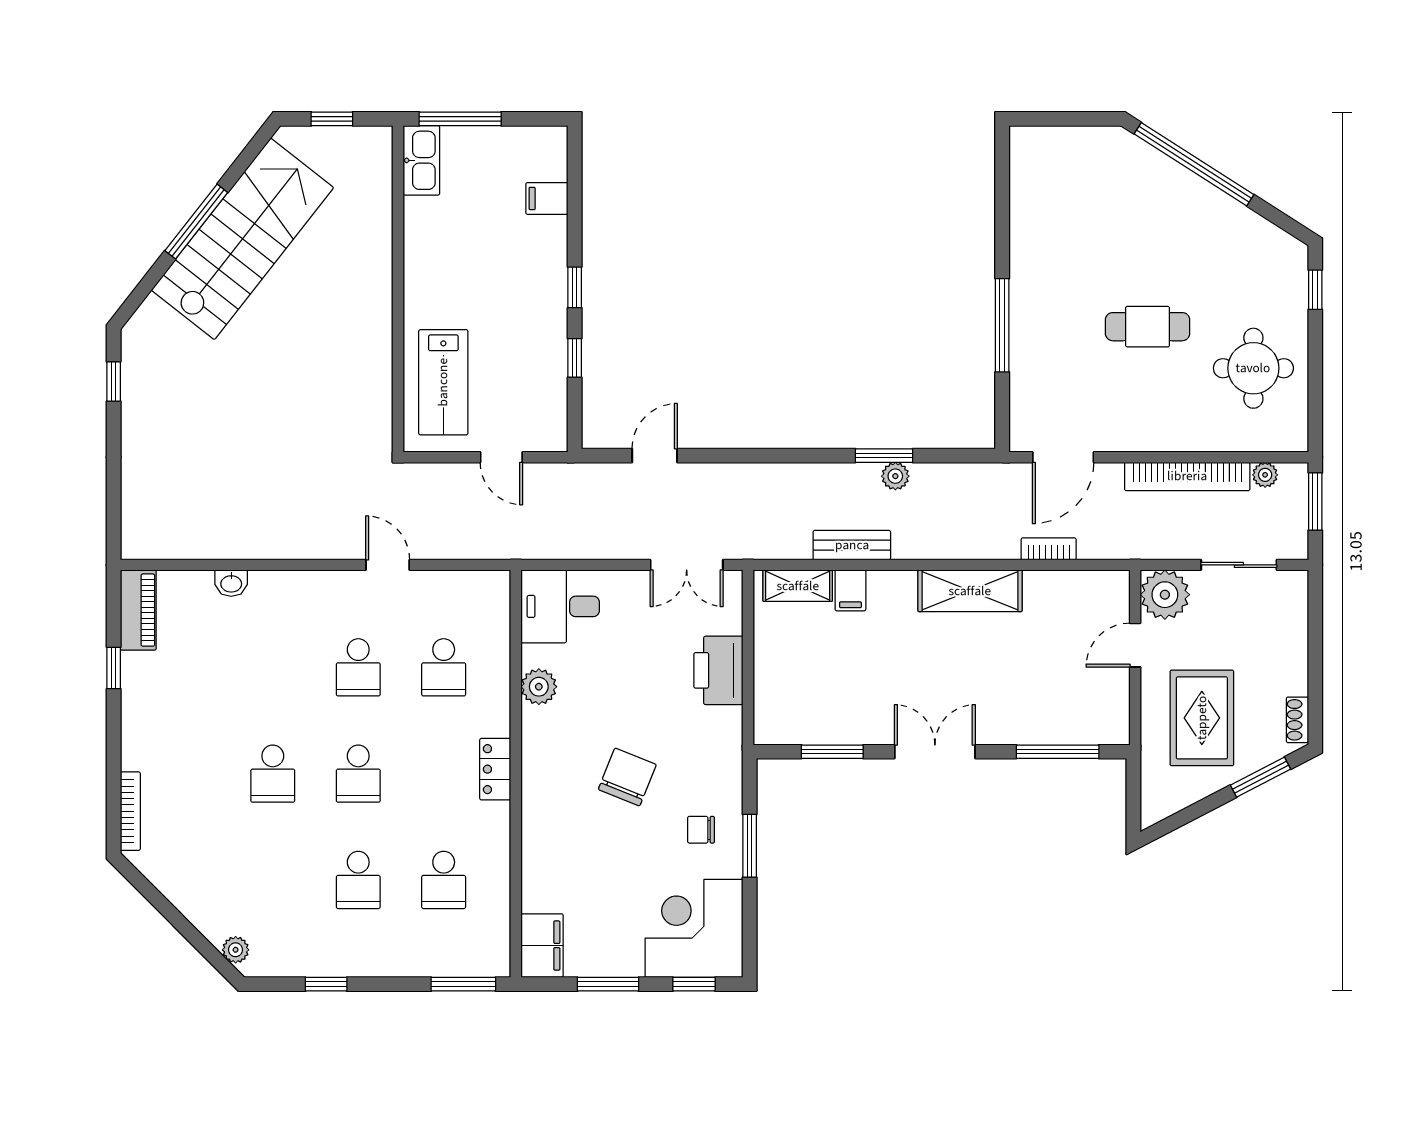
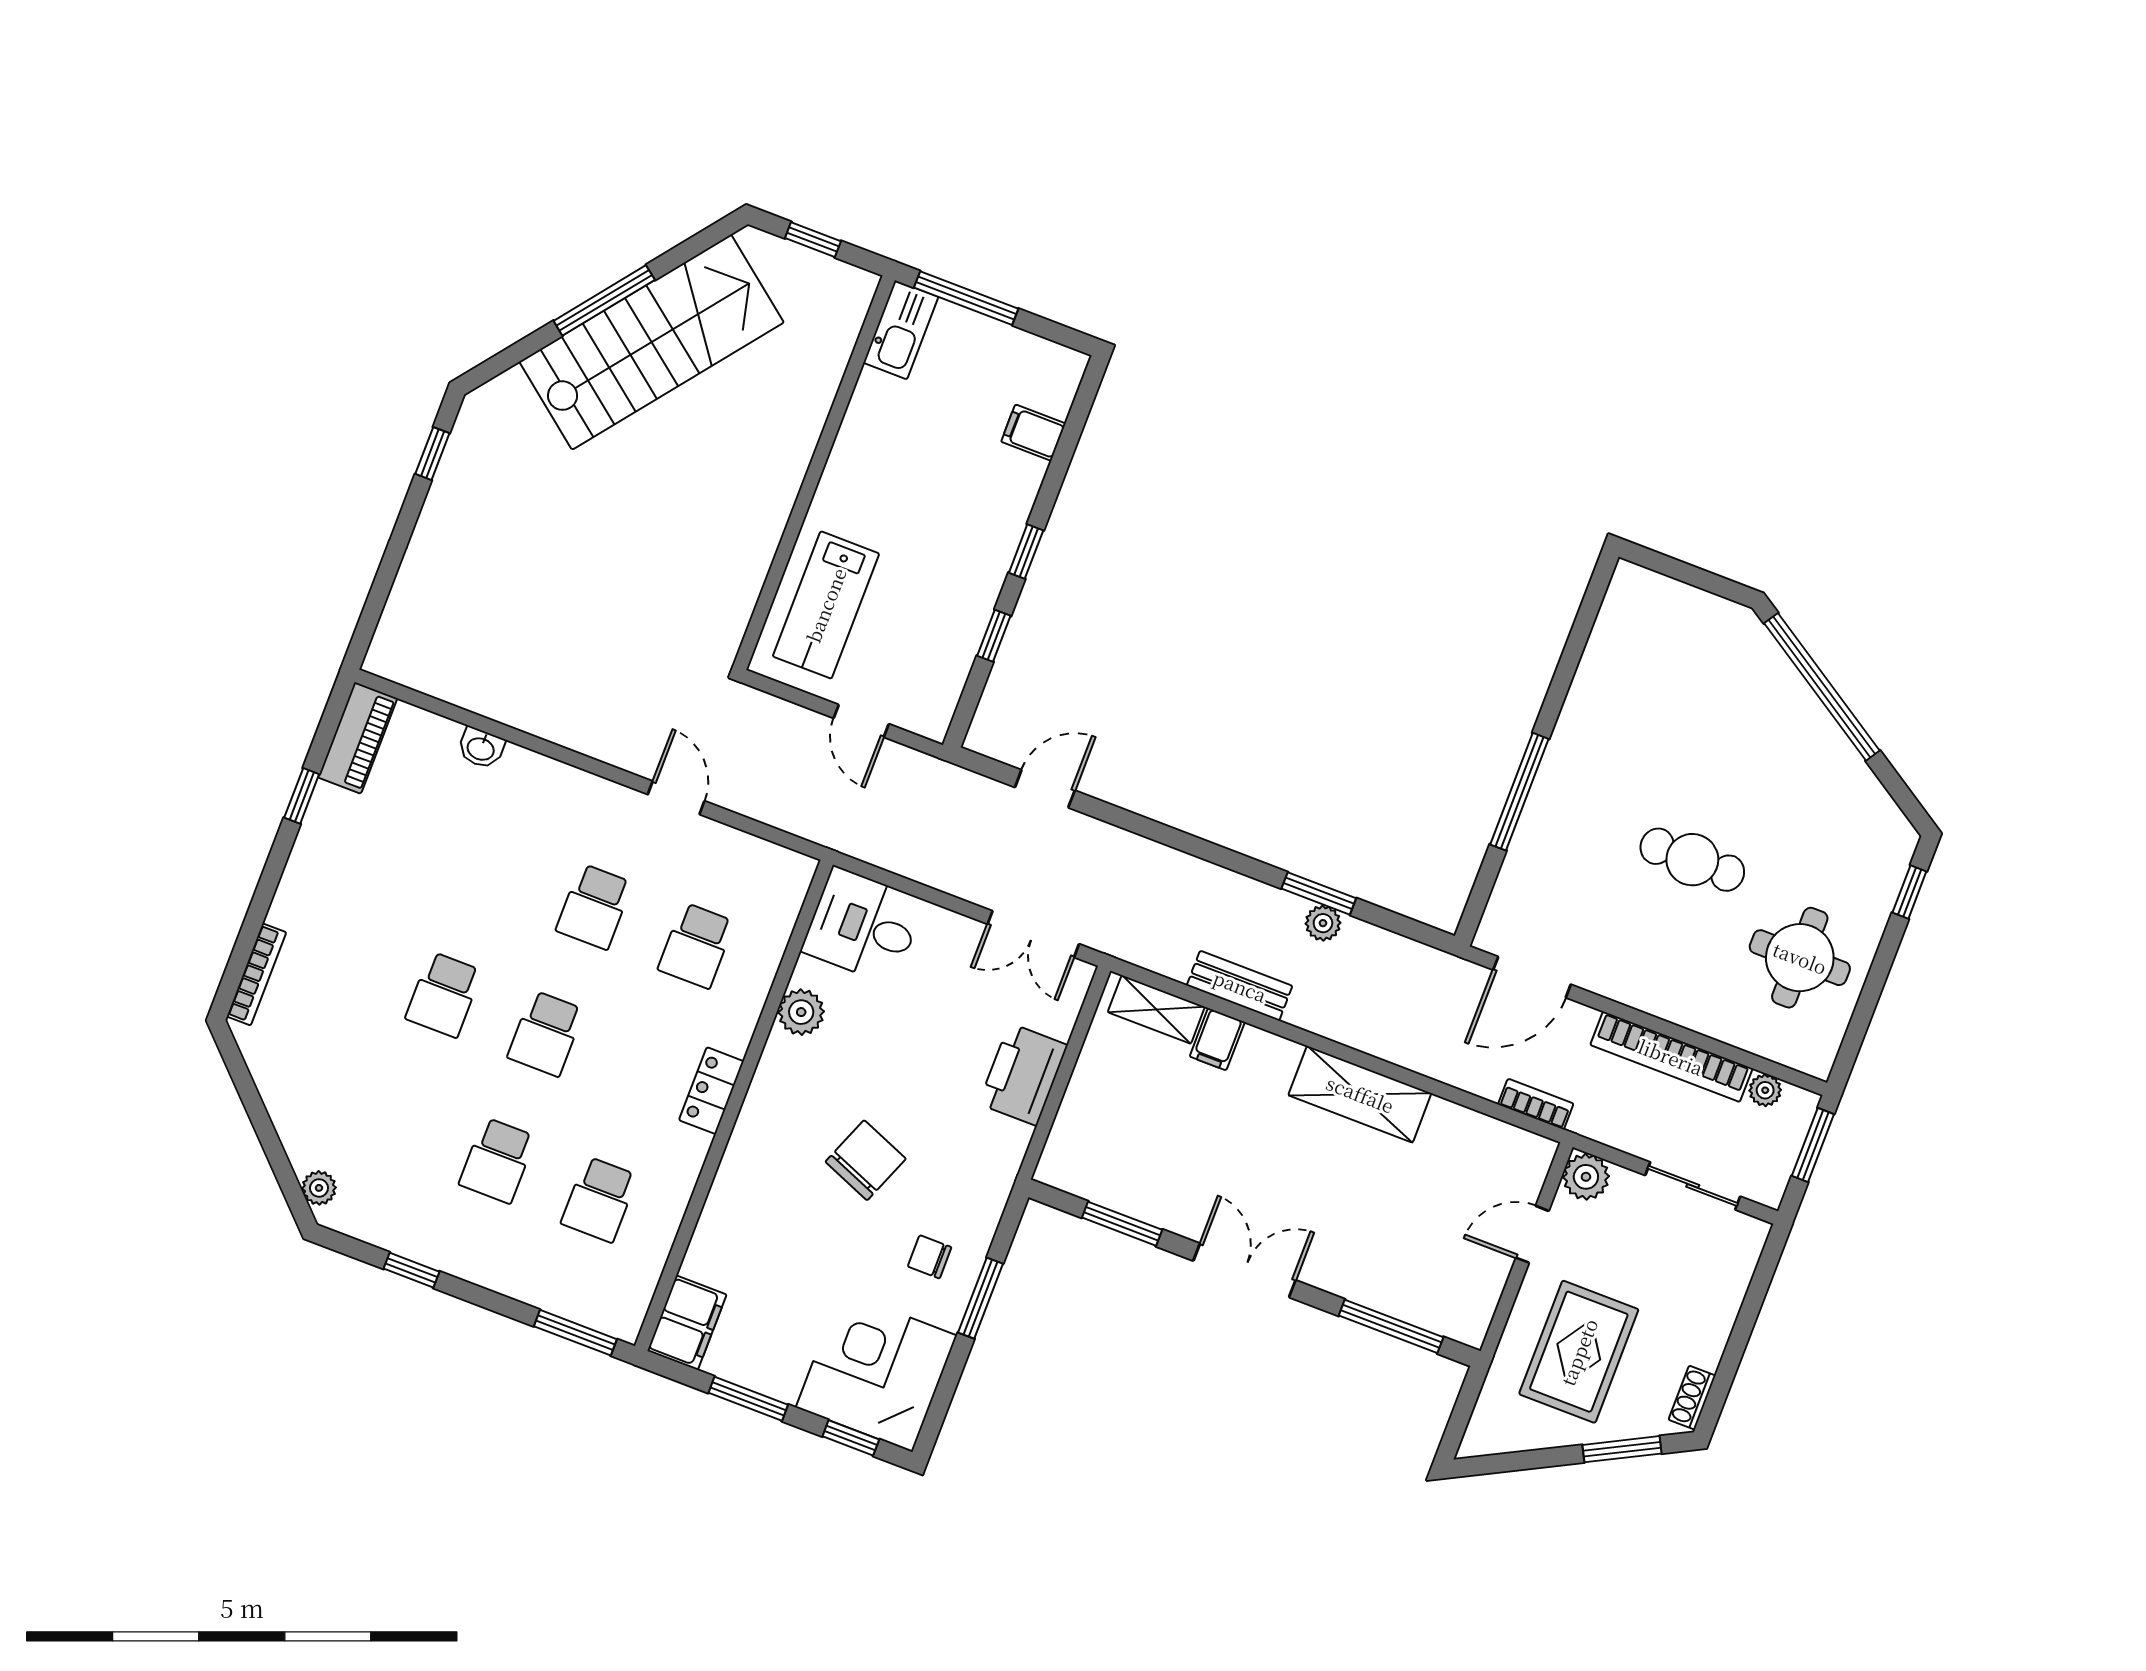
bookcase: (1049, 549) -> (1536, 1104), moved
plant: (1165, 595) -> (1586, 1177), width x0.73, depth x0.73

